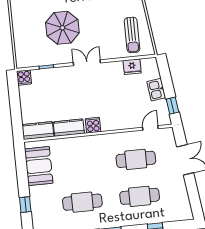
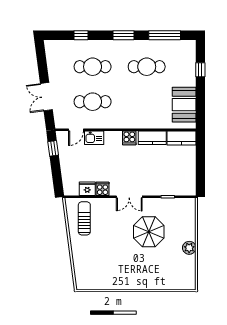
plant: (18, 15) -> (189, 248), added
cooker: (24, 78) -> (103, 189), moved
kitchen sink: (156, 90) -> (94, 138), moved, turned 97

